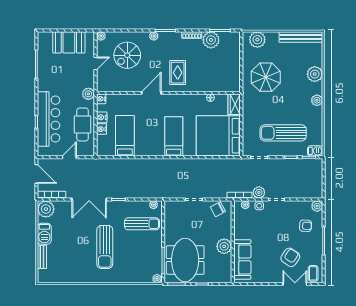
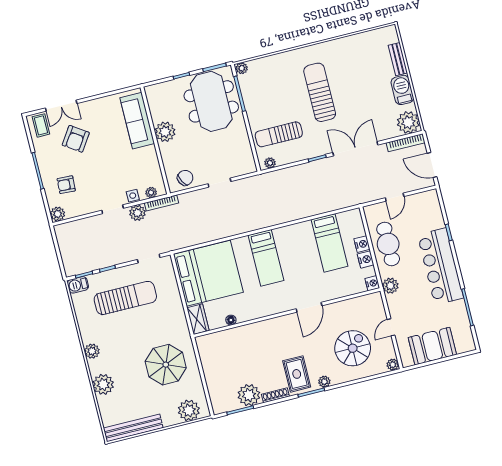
rug: (178, 73) -> (297, 374), moved
bar counter: (49, 119) -> (440, 266), moved

